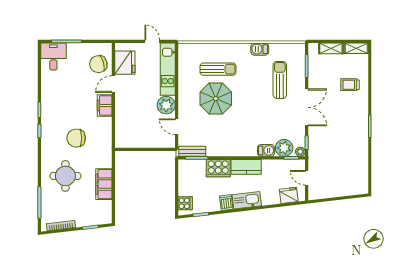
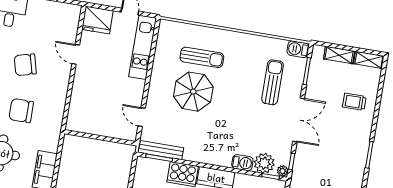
barbecue: (260, 49) -> (298, 49), moved
fridge: (125, 63) -> (97, 20), moved, turned 90
chair: (98, 64) -> (25, 65), moved
door: (113, 84) -> (76, 54), hinge flipped
filing cabinet: (105, 105) -> (61, 78), removed
plant: (166, 105) -> (134, 90), removed
bench: (192, 151) -> (161, 150), width x1.36

